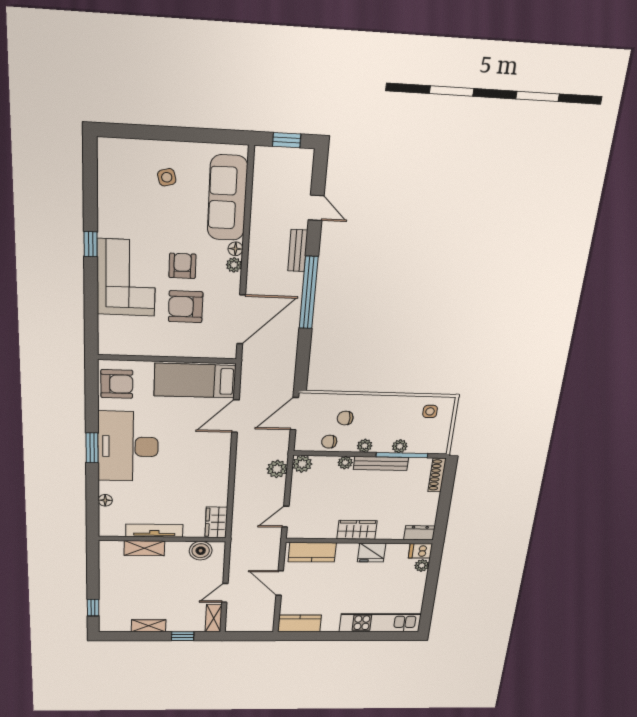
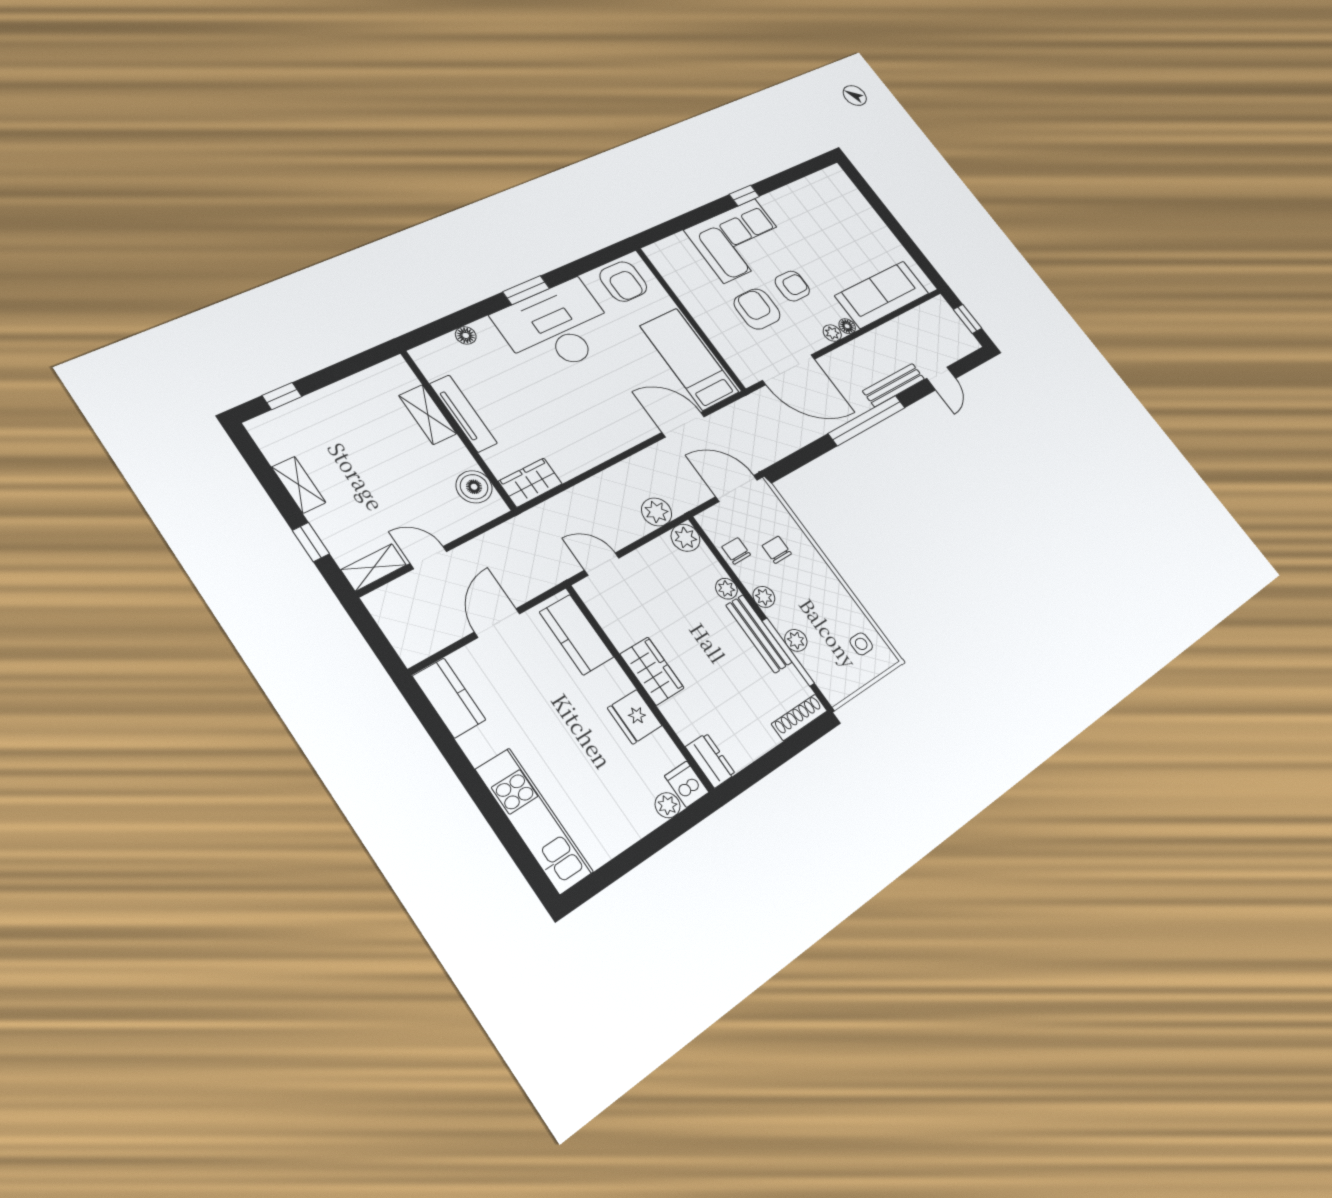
side table: (167, 177) -> (854, 234), removed
bench: (298, 251) -> (894, 385), width x1.36

